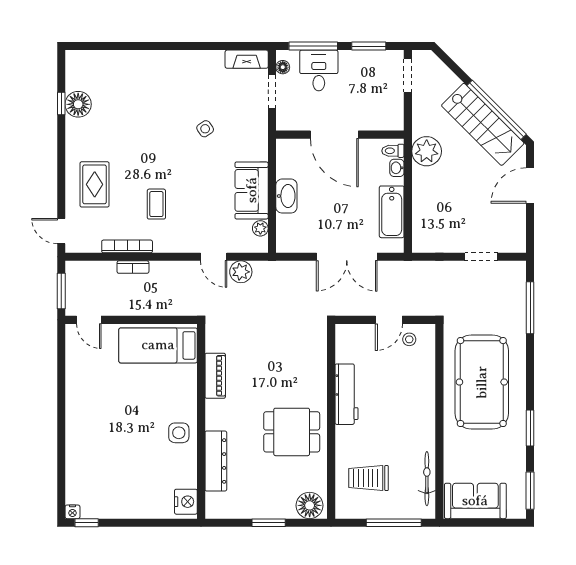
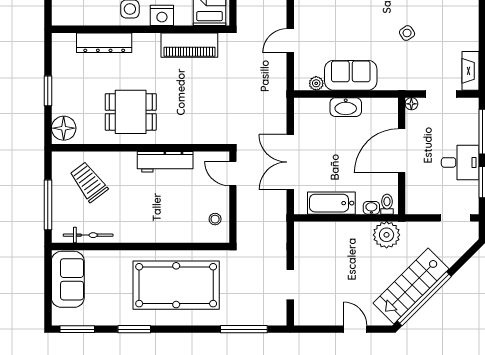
floor lamp: (283, 67) -> (411, 104), moved
desk: (319, 70) -> (460, 162), moved
door: (530, 186) -> (355, 329), width x0.73
plant: (241, 272) -> (277, 66), removed
door: (389, 320) -> (233, 174), moved
piano: (215, 376) -> (189, 45), width x1.37, depth x1.33
dining table: (292, 432) -> (131, 112), turned 90
trolley: (368, 478) -> (89, 182), turned -37
nightstand: (186, 502) -> (162, 15), moved

